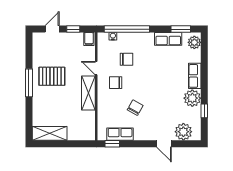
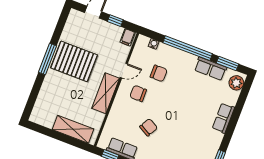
window: (127, 29) -> (188, 48), moved
door: (96, 68) -> (124, 71), swing flipped
pallet: (52, 76) -> (74, 61), width x1.37, depth x1.41
plant: (192, 98) -> (212, 140), removed
shelving: (50, 133) -> (73, 129), moved

